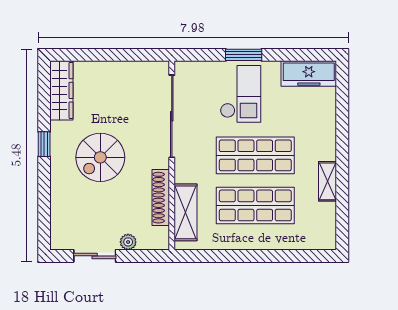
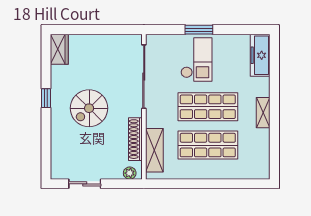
freezer: (309, 74) -> (260, 55), moved, turned 90
wardrobe: (61, 90) -> (59, 49), width x0.67
shelving: (327, 181) -> (263, 113), moved
plant: (128, 242) -> (130, 173), moved

